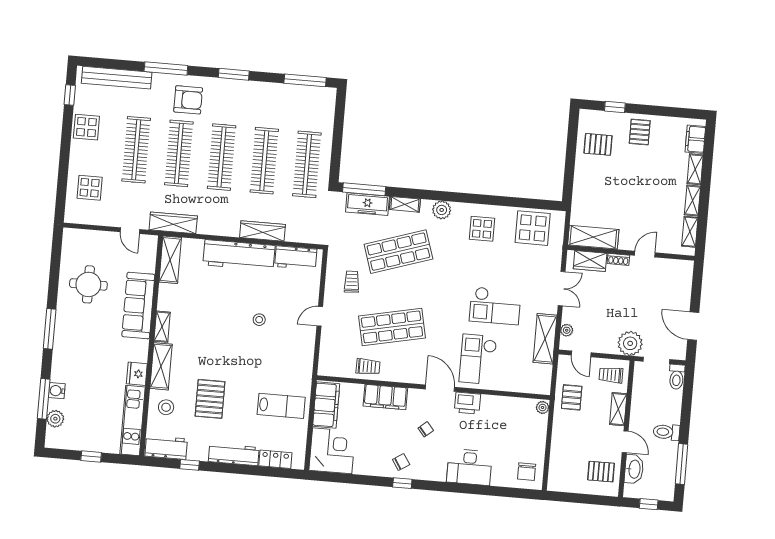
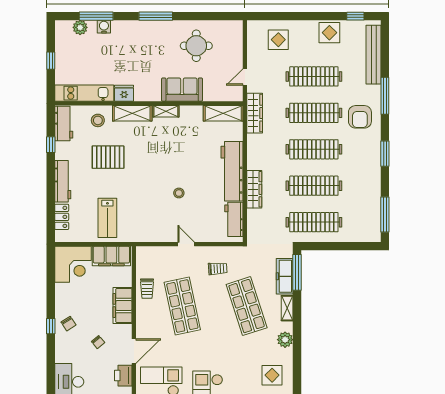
sofa: (138, 306) -> (182, 90), width x0.73

